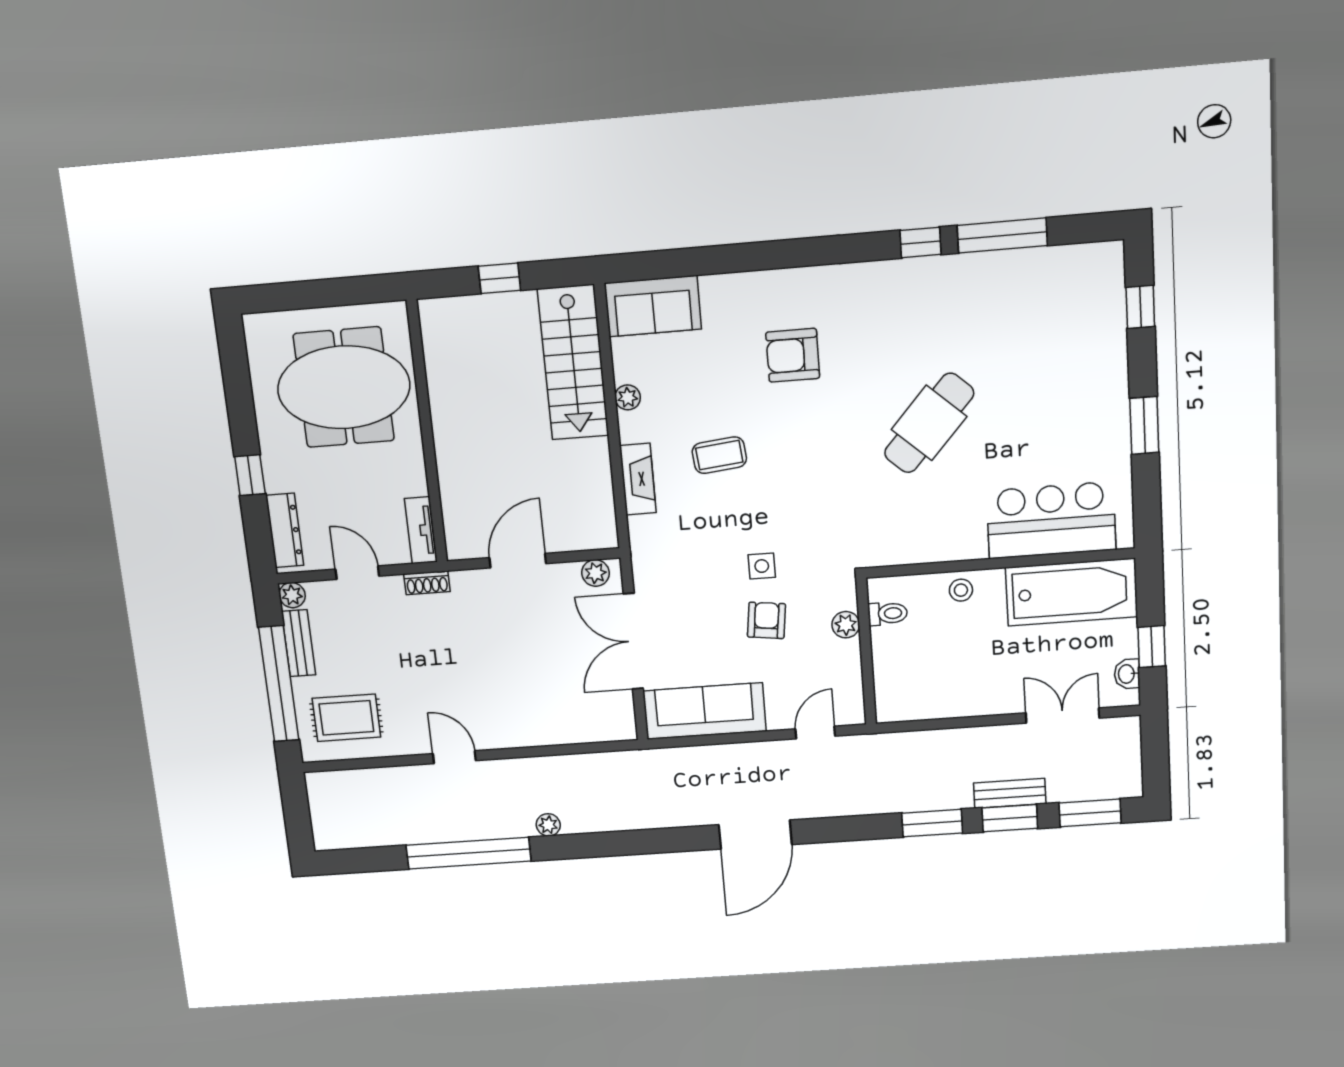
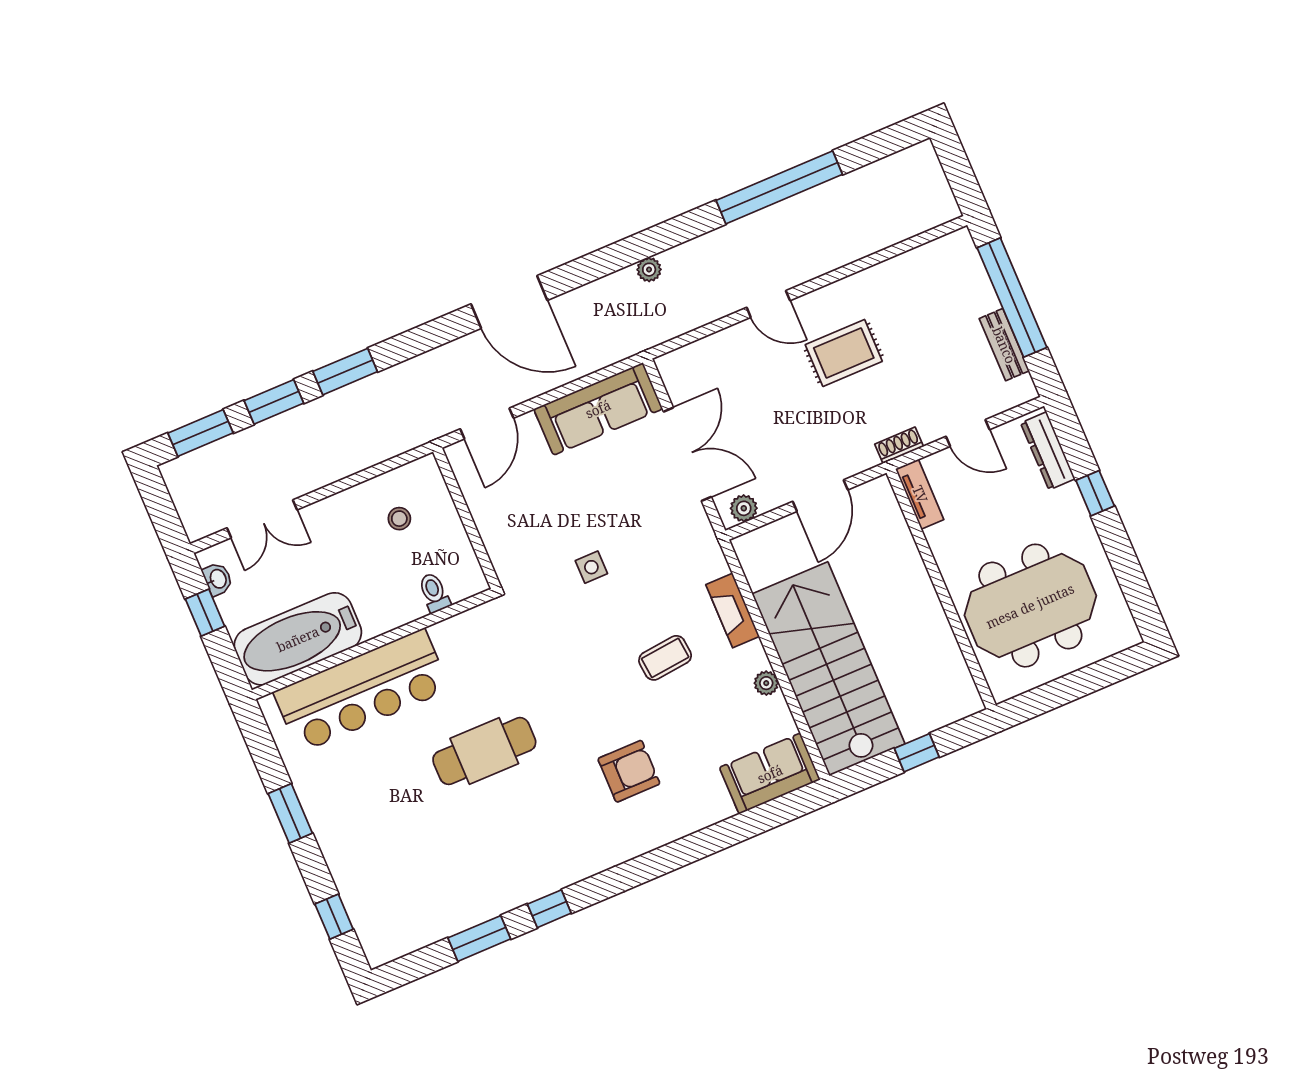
window: (1002, 236) -> (479, 938), width x0.69
stairs: (573, 363) -> (828, 669), width x1.36, depth x1.51
cafe table: (929, 423) -> (484, 751), turned 48
bar counter: (1051, 520) -> (362, 691), width x1.36
stool: (961, 590) -> (399, 519), moved
plant: (292, 595) -> (1023, 390), removed
toilet: (888, 614) -> (434, 593), moved, turned 90
armchair: (766, 620) -> (570, 517), removed
plant: (846, 625) -> (494, 538), removed
rug: (346, 718) -> (844, 353), moved
door: (815, 732) -> (487, 423), width x1.38
door: (454, 757) -> (768, 304), moved
bench: (1010, 793) -> (283, 426), removed
plant: (548, 825) -> (649, 270), moved
door: (755, 835) -> (509, 302), swing flipped

